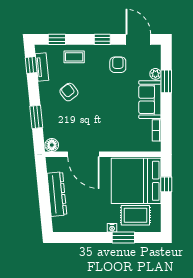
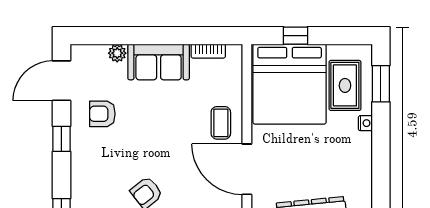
coffee table: (74, 57) -> (221, 123), moved
window: (166, 81) -> (129, 36), removed
door: (83, 154) -> (247, 169), swing flipped
window: (123, 237) -> (381, 84), moved

